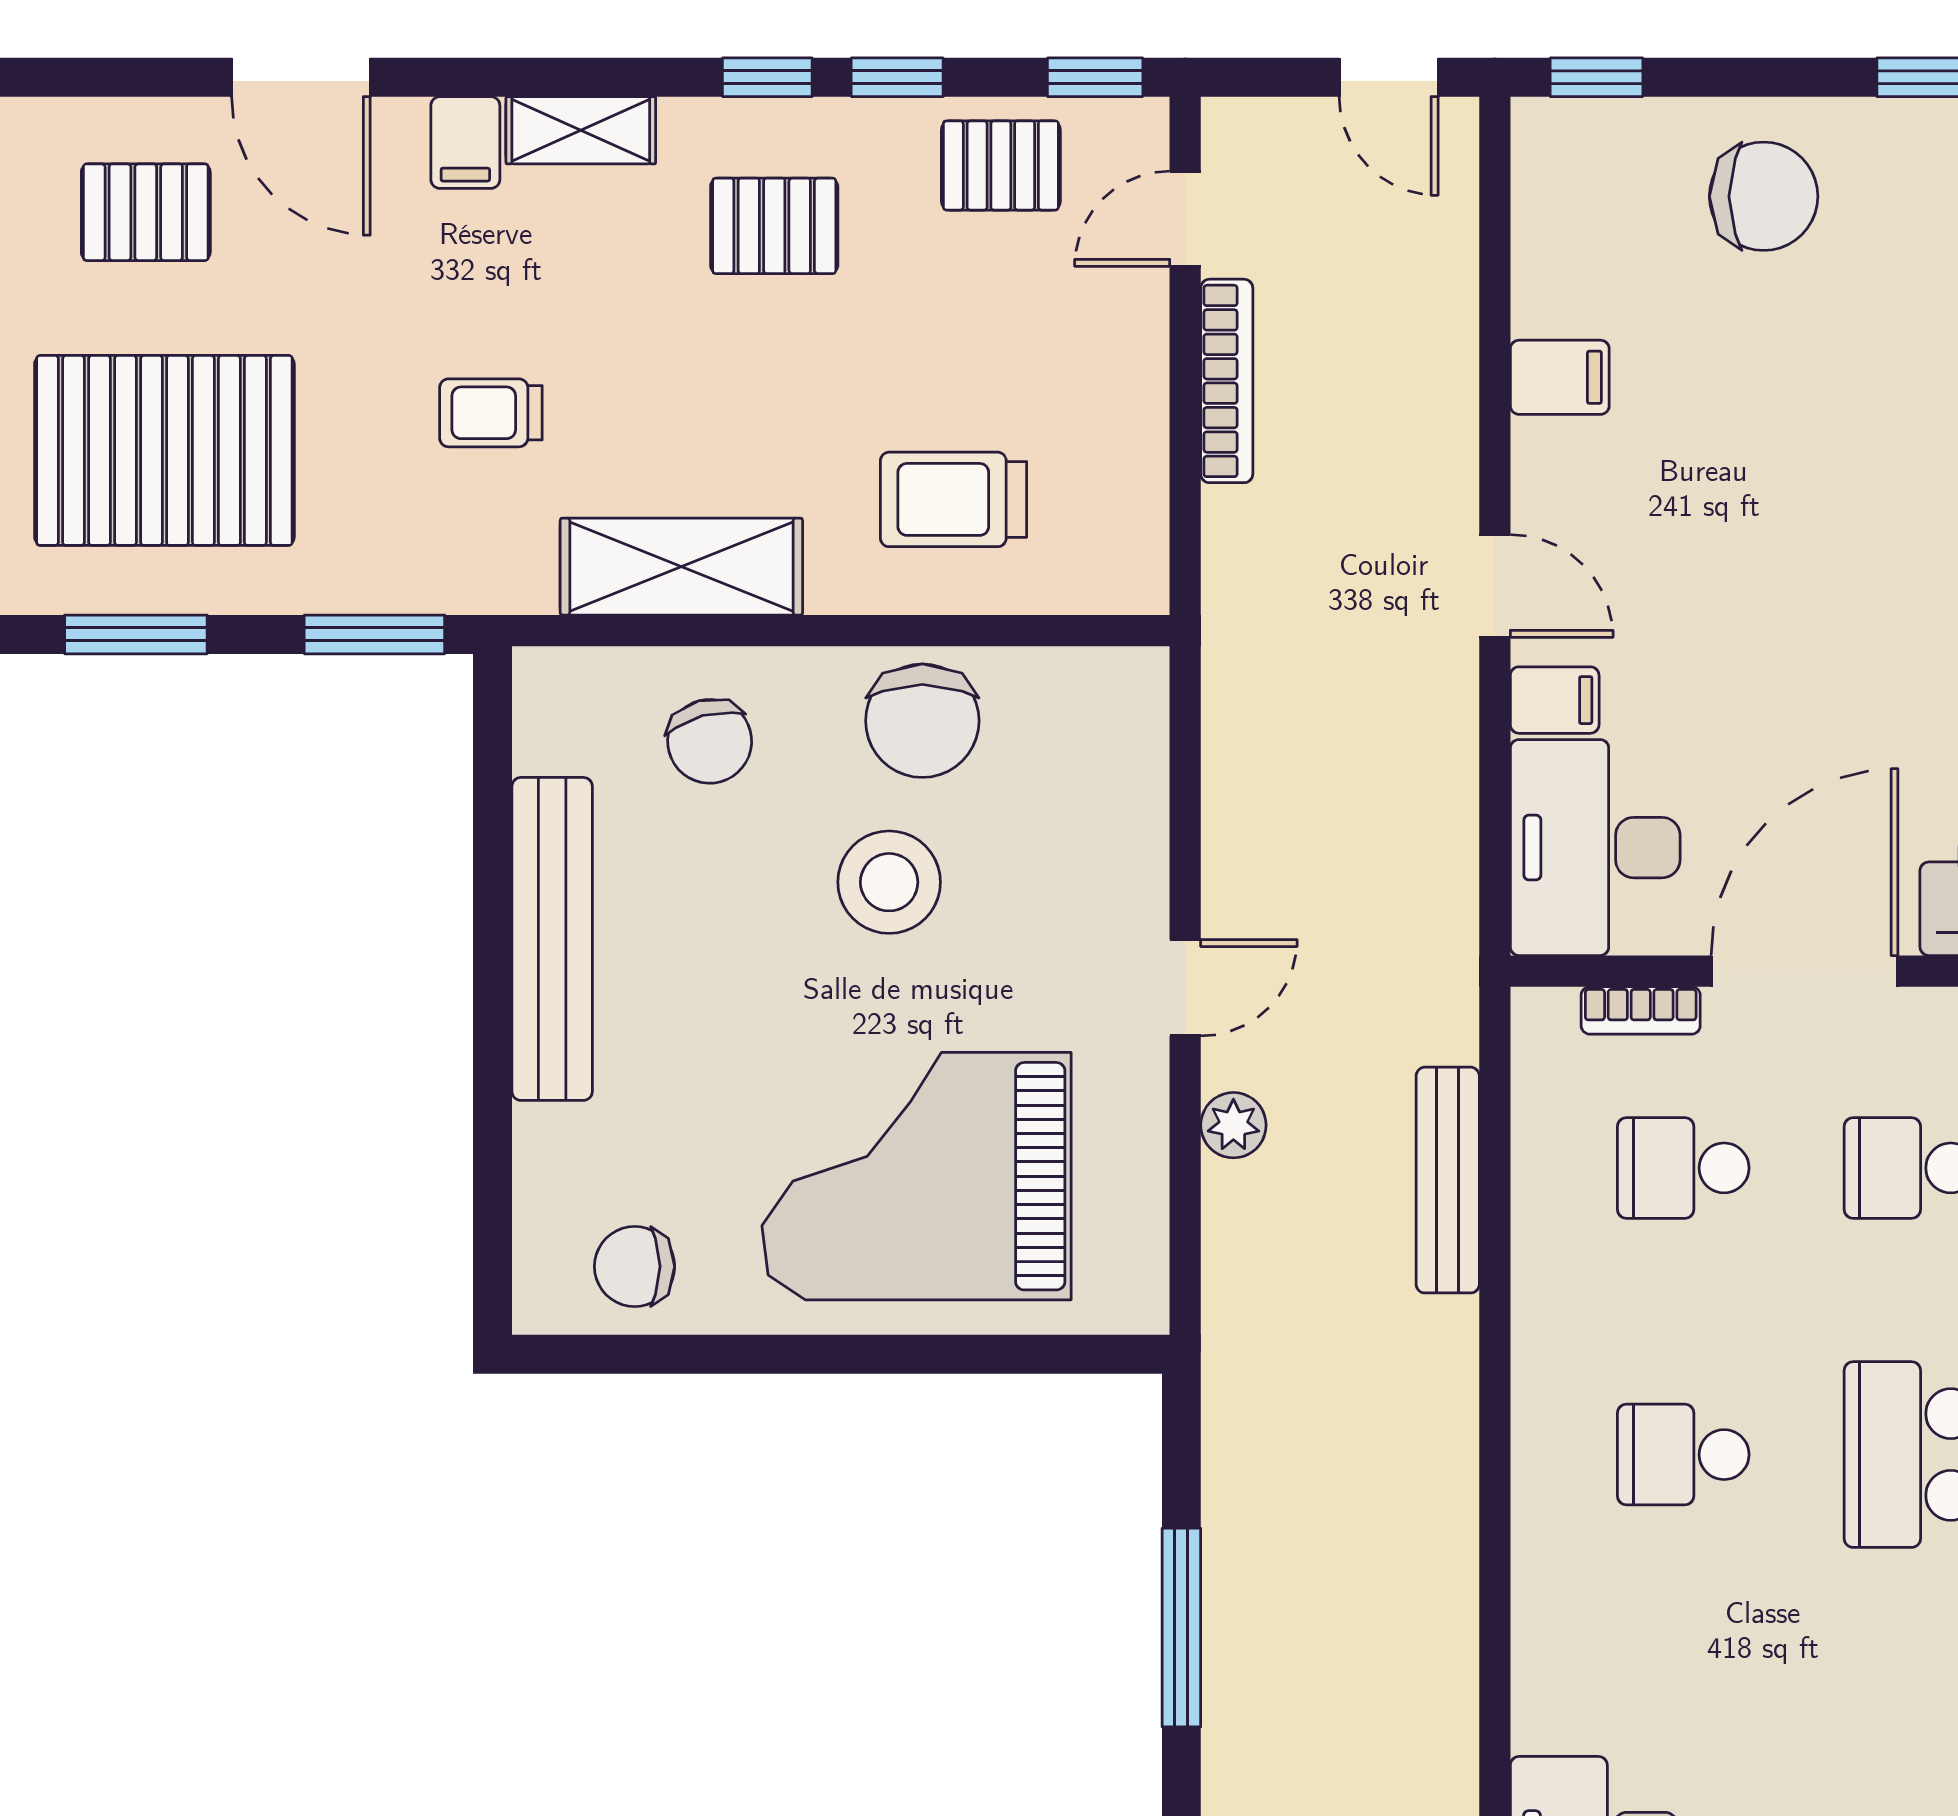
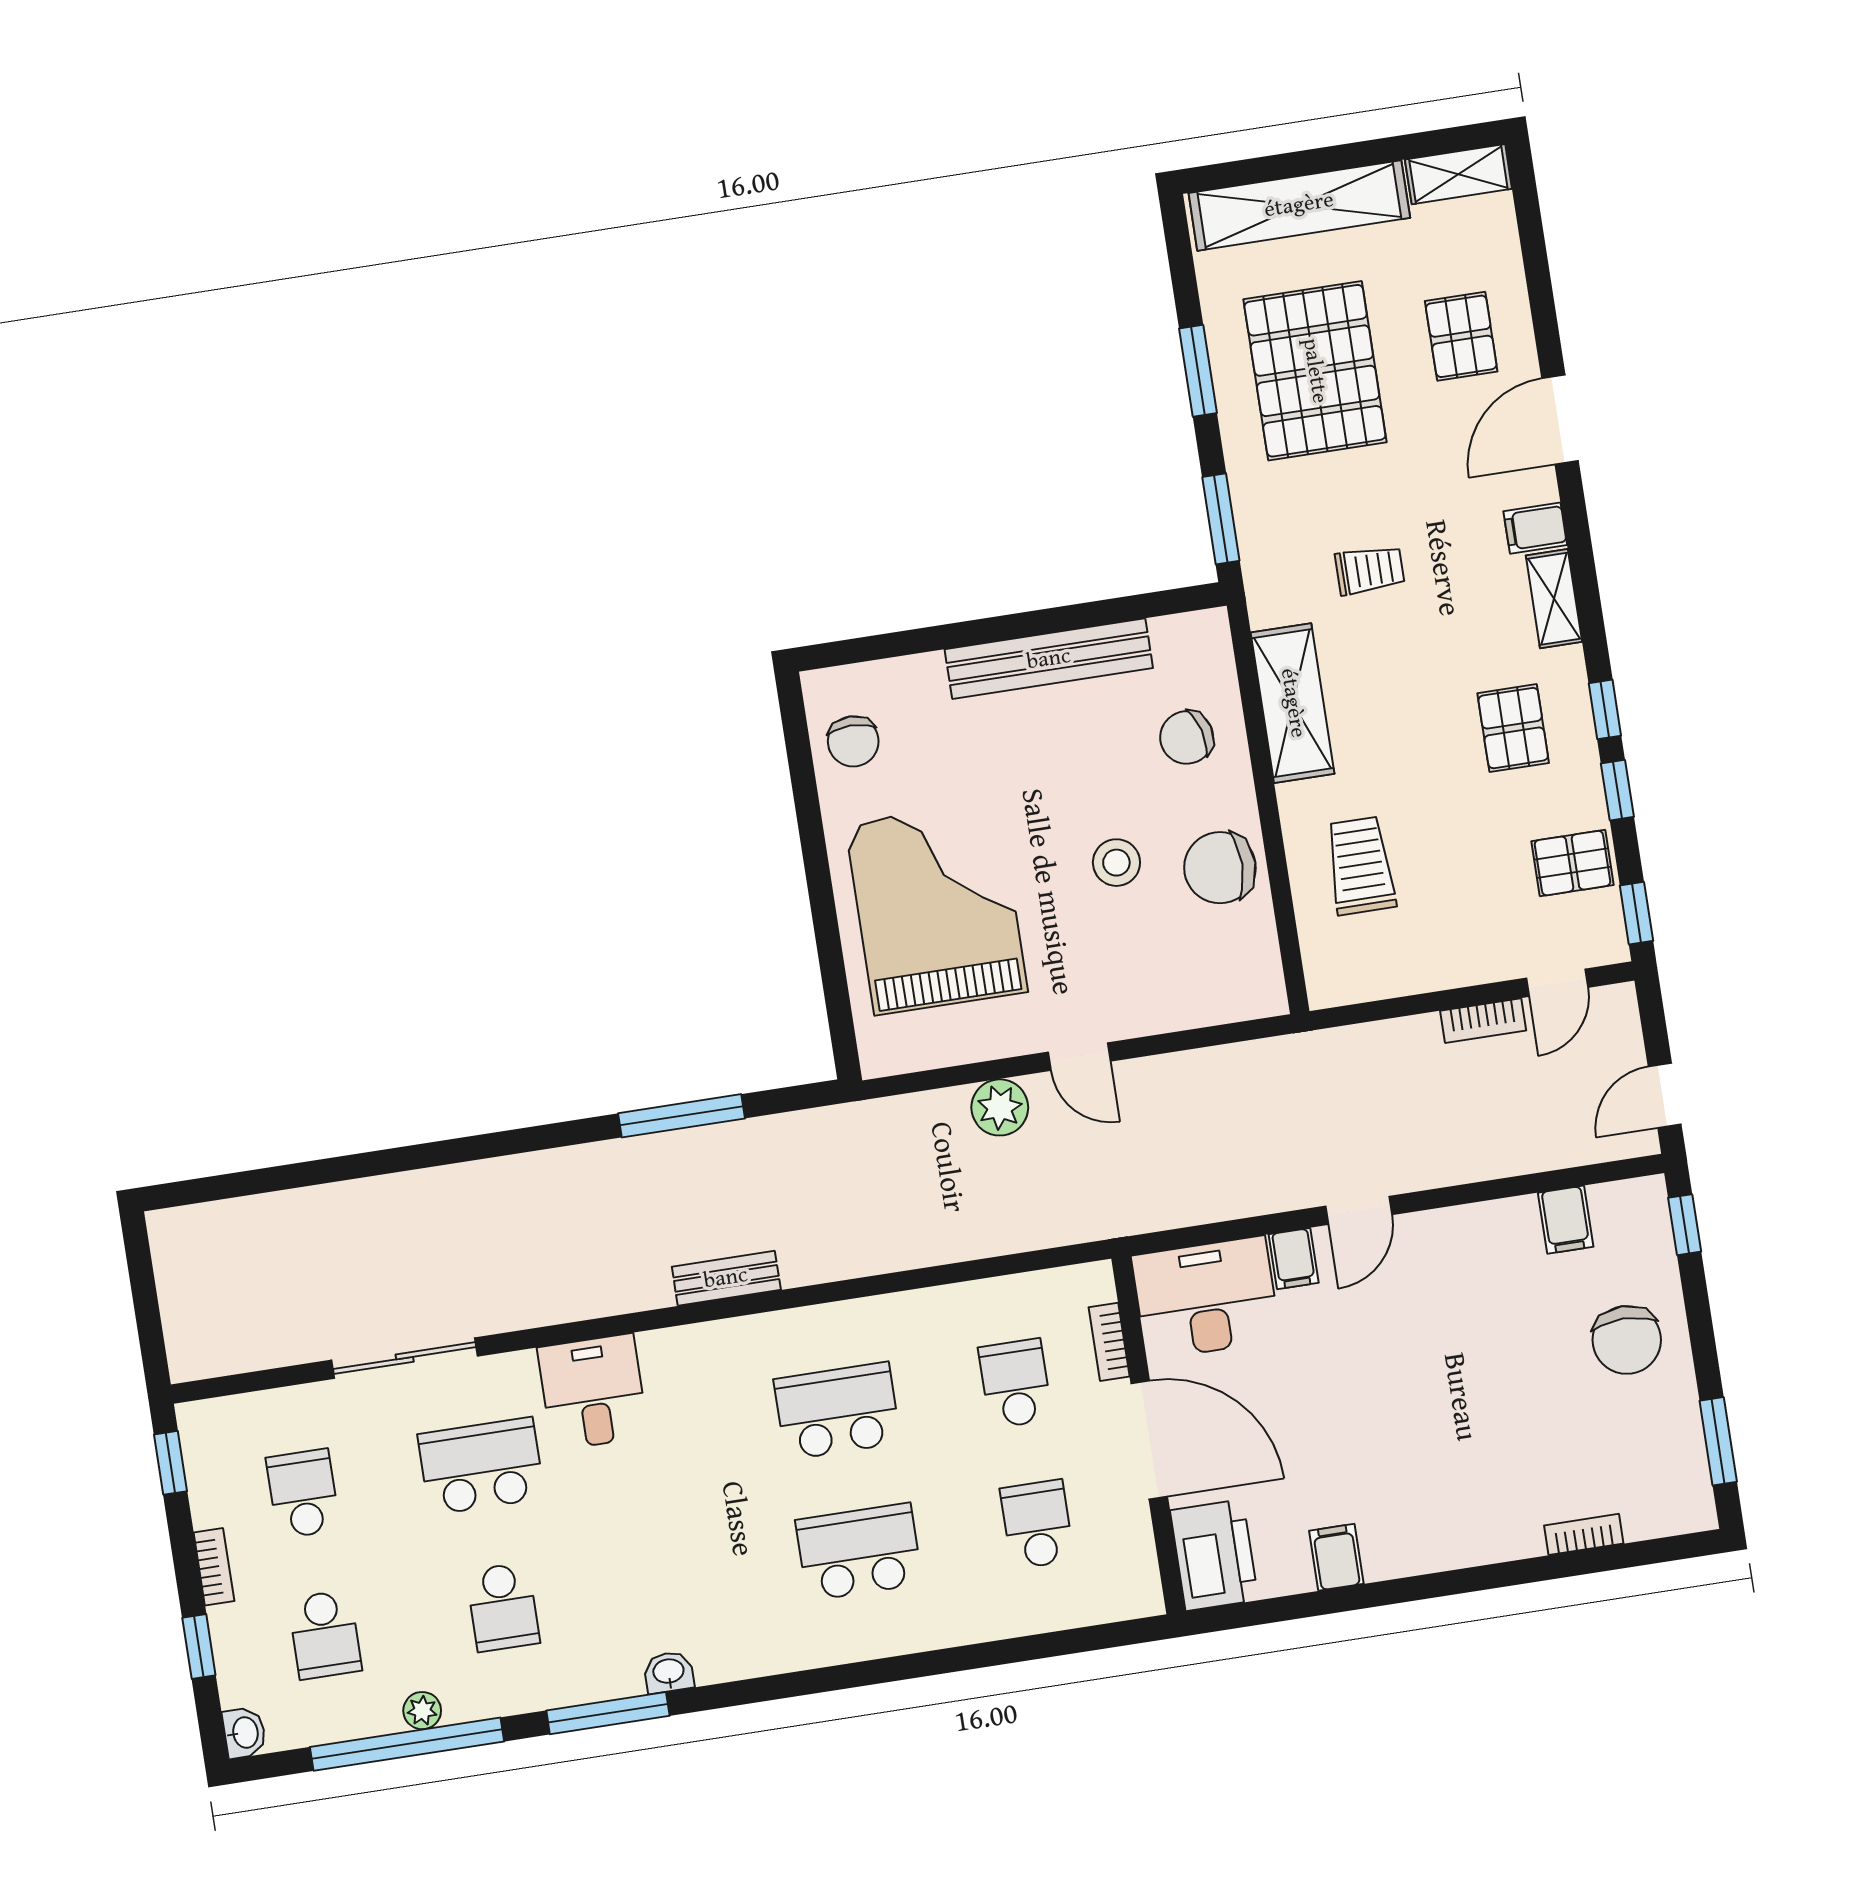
pallet: (1001, 165) -> (1573, 863), turned 90
door: (1185, 219) -> (1557, 983), swing flipped
filing cabinet: (1560, 377) -> (1566, 1220), moved
bookcase: (1227, 381) -> (1483, 1021), width x0.64
trolley: (491, 413) -> (1370, 570), turned 90
stool: (889, 882) -> (1116, 863), width x0.73, depth x0.73
plant: (1233, 1125) -> (1000, 1107), width x1.38, depth x1.38
bench: (1448, 1180) -> (726, 1278), moved, width x0.73
chair: (635, 1266) -> (853, 741), turned 180
school desk: (1683, 1455) -> (837, 1411), width x1.85

